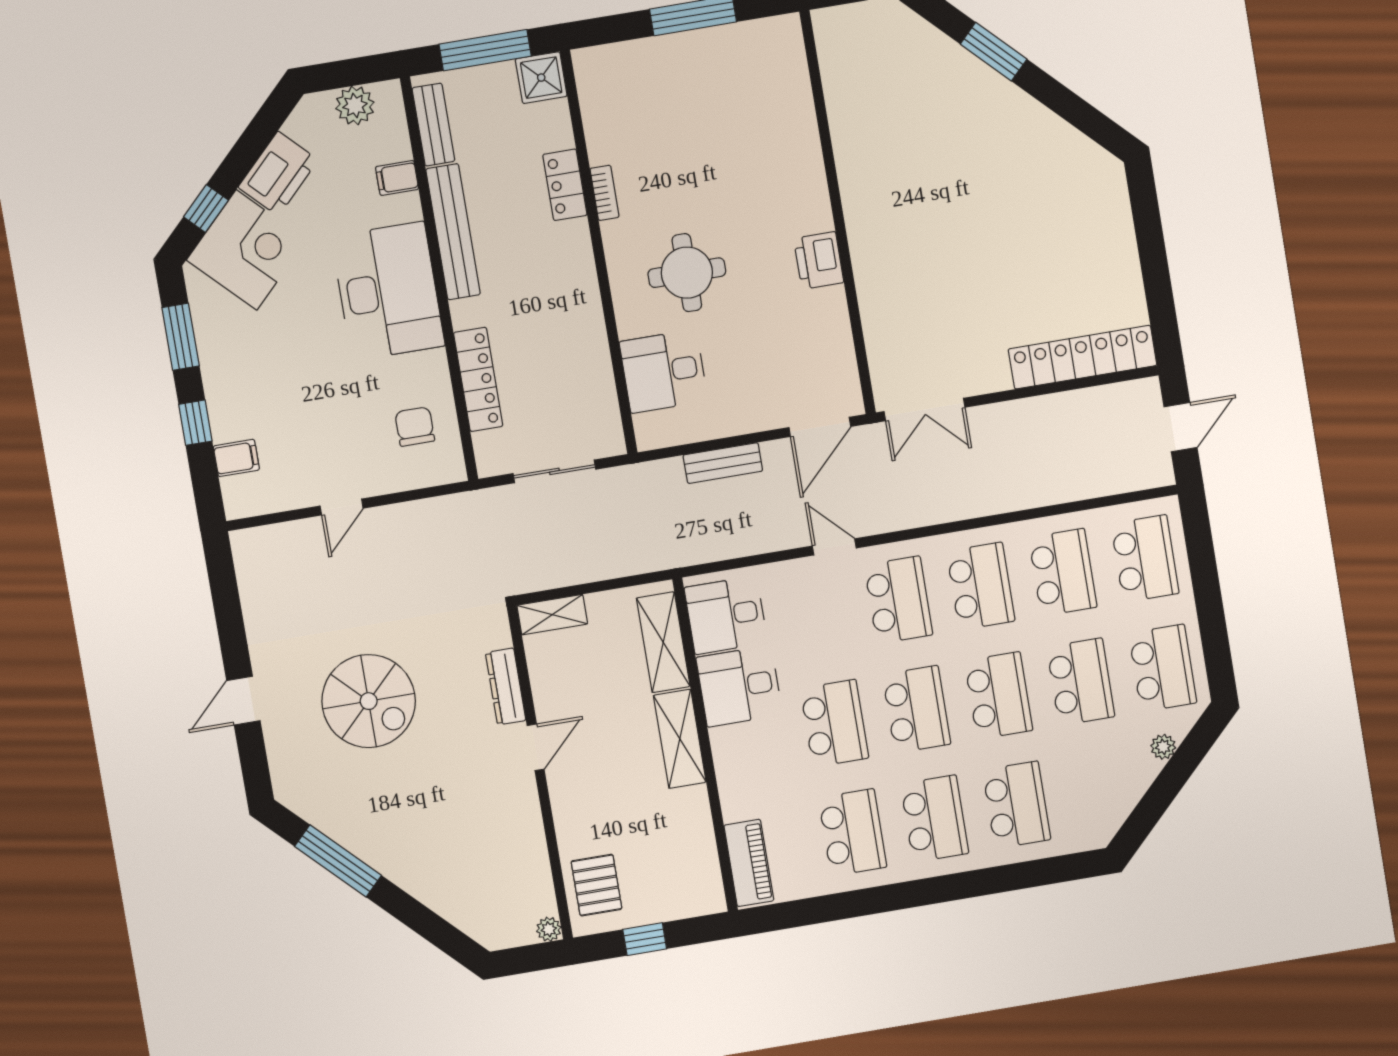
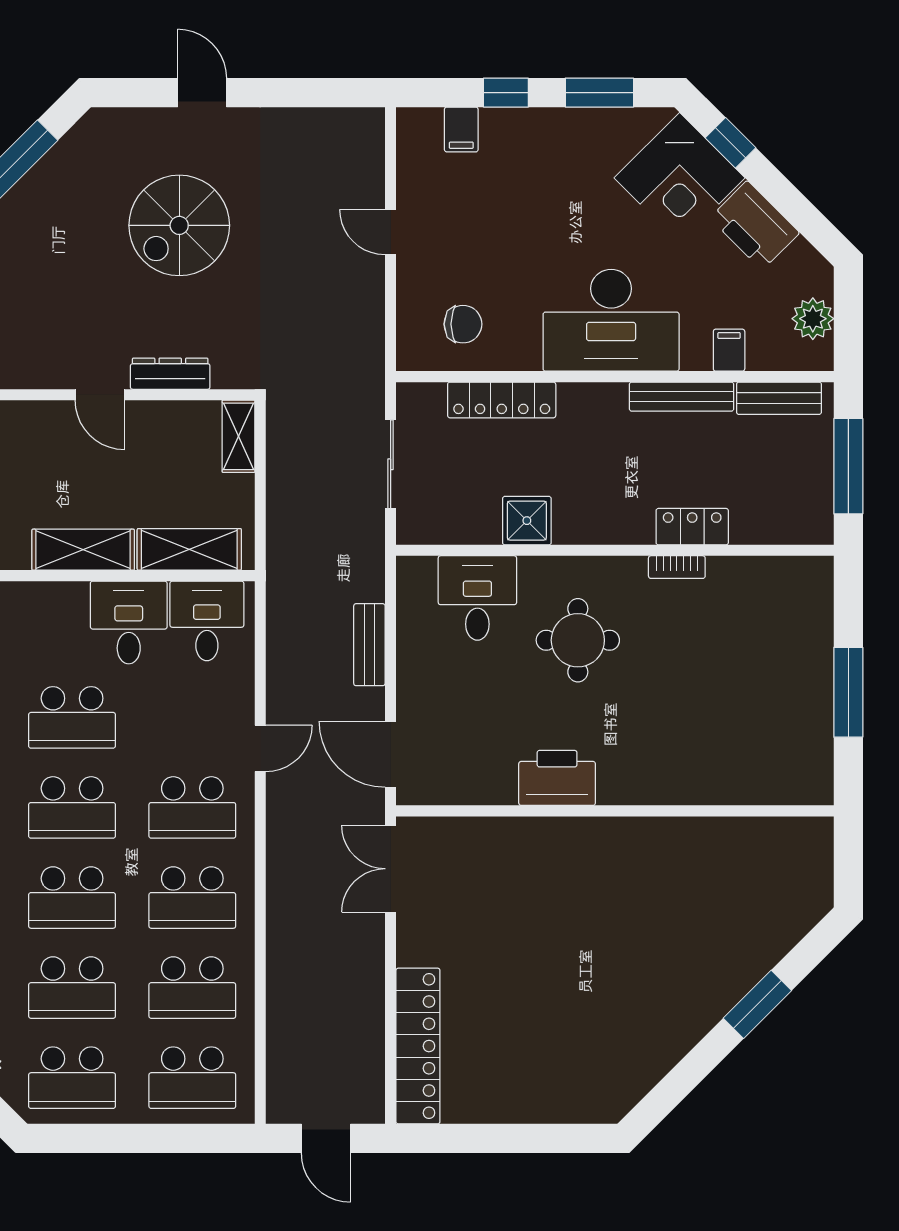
shower: (541, 78) -> (527, 521), moved
bench: (453, 232) -> (682, 397), width x0.73, depth x0.82
printer: (819, 260) -> (557, 778), width x1.37, depth x1.19

